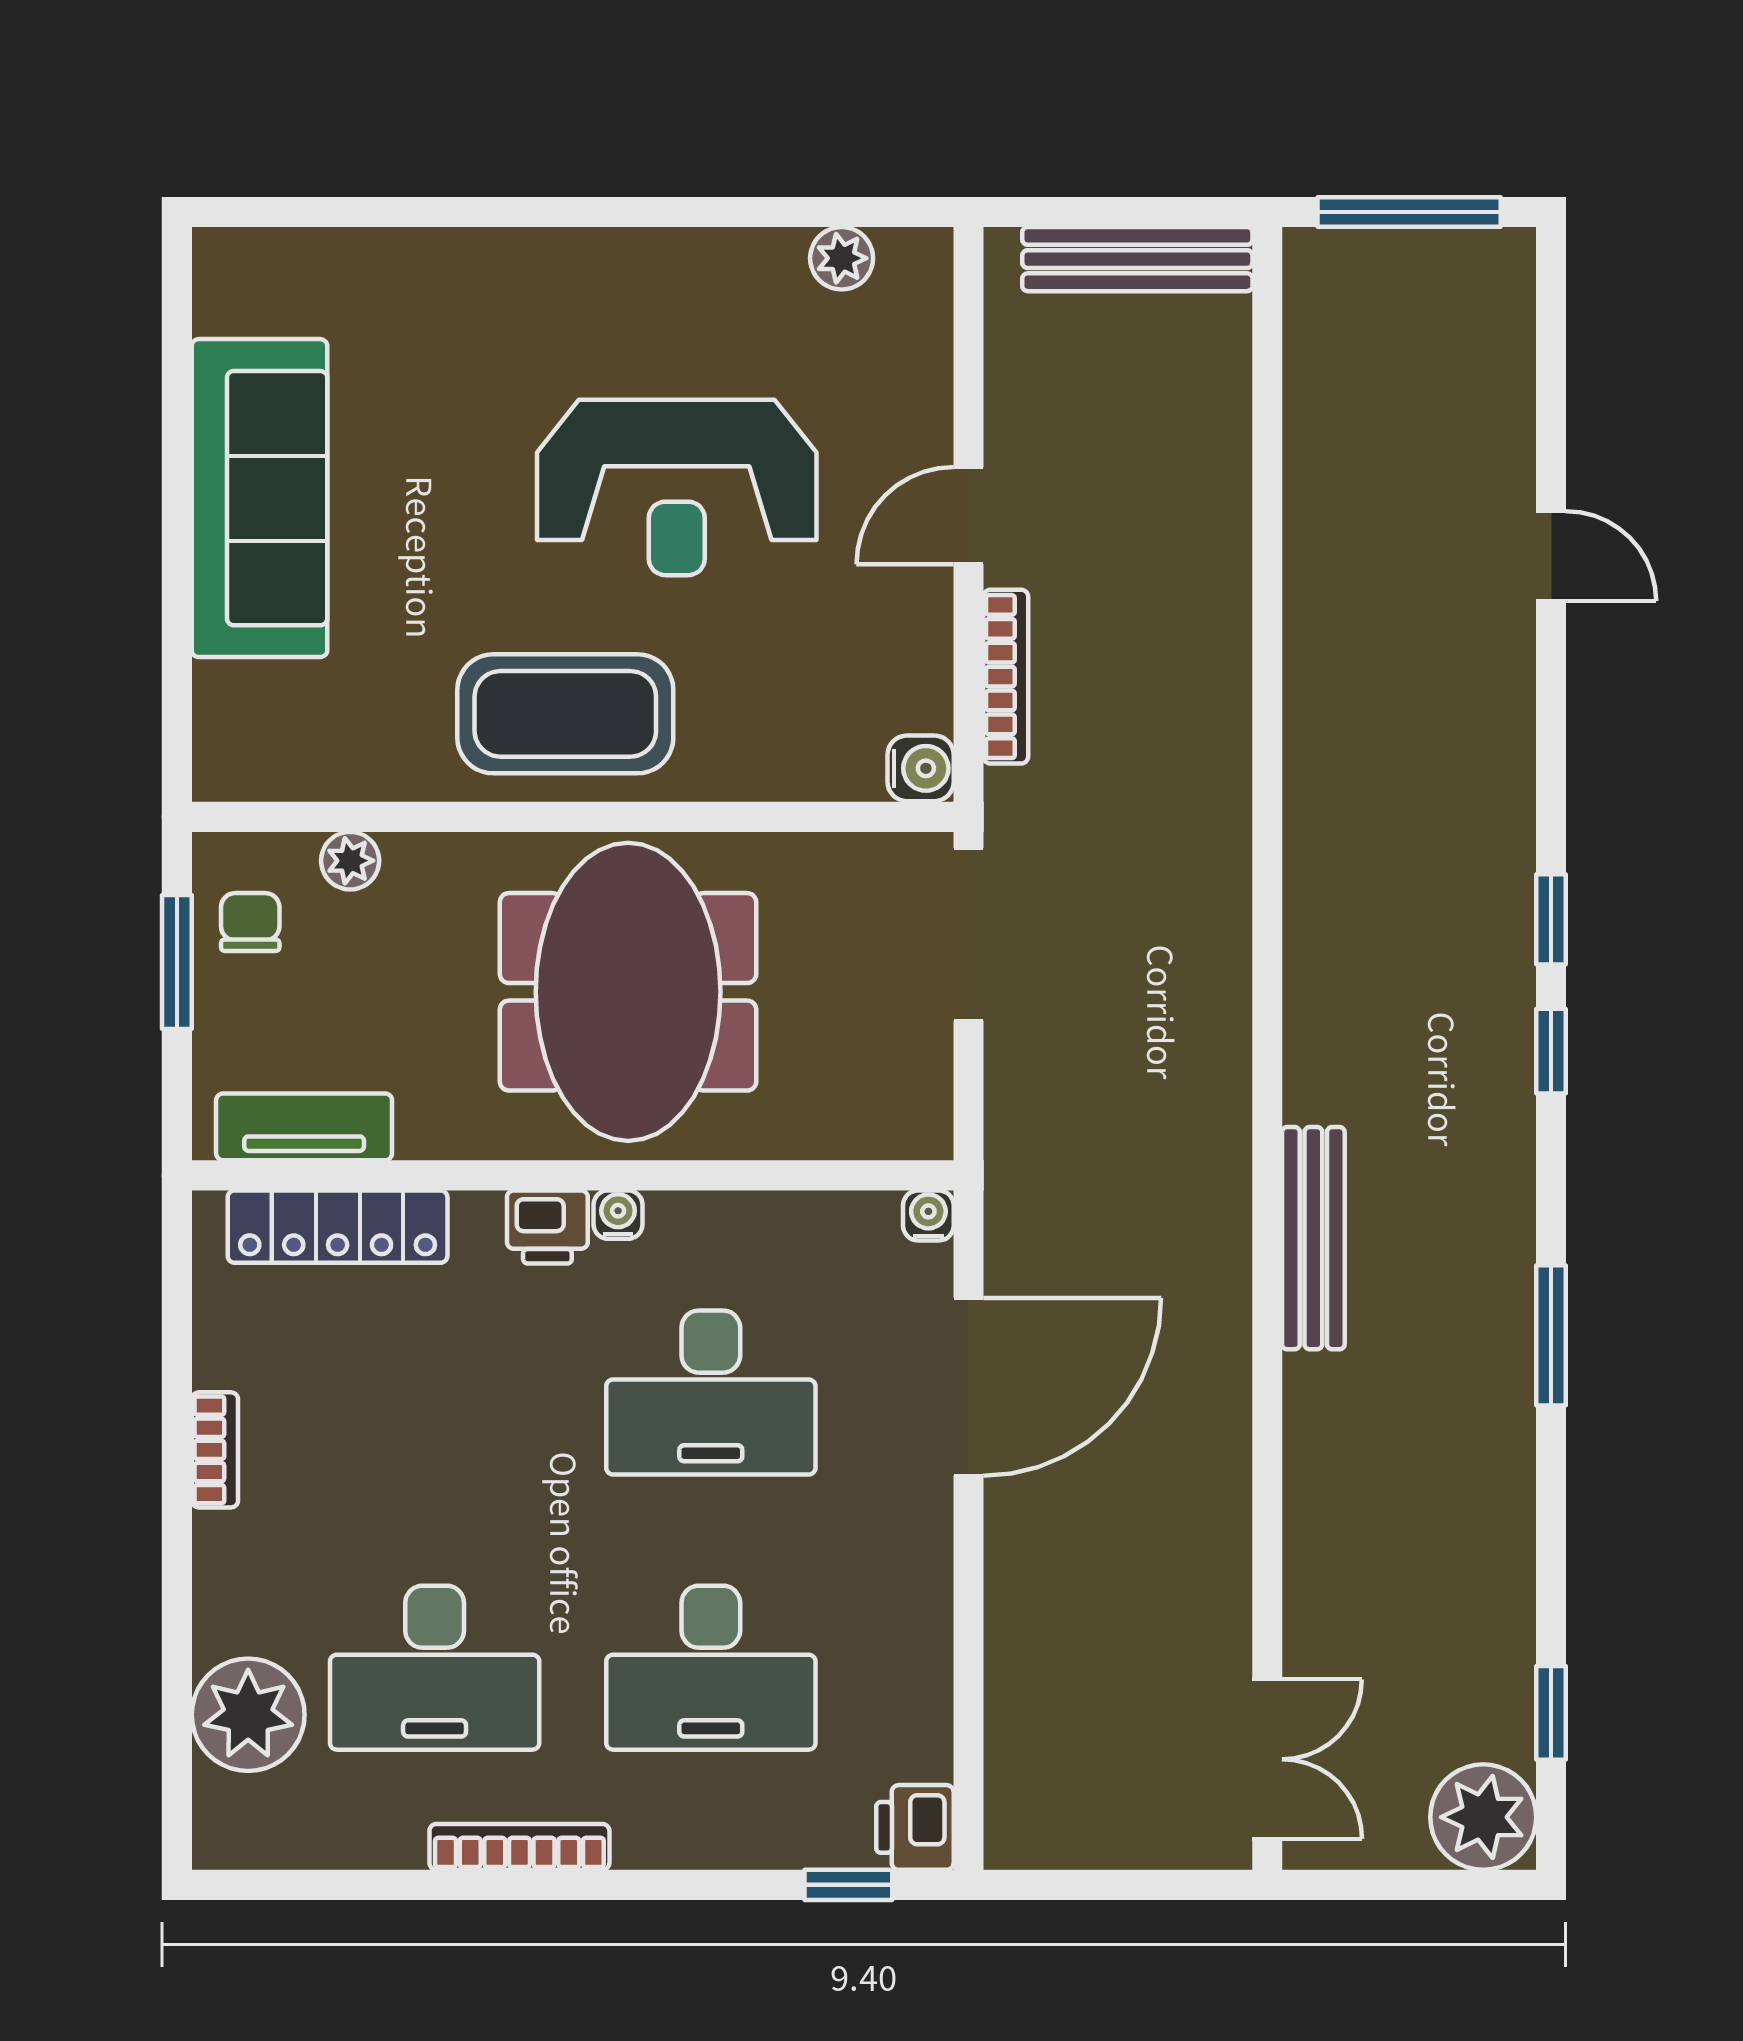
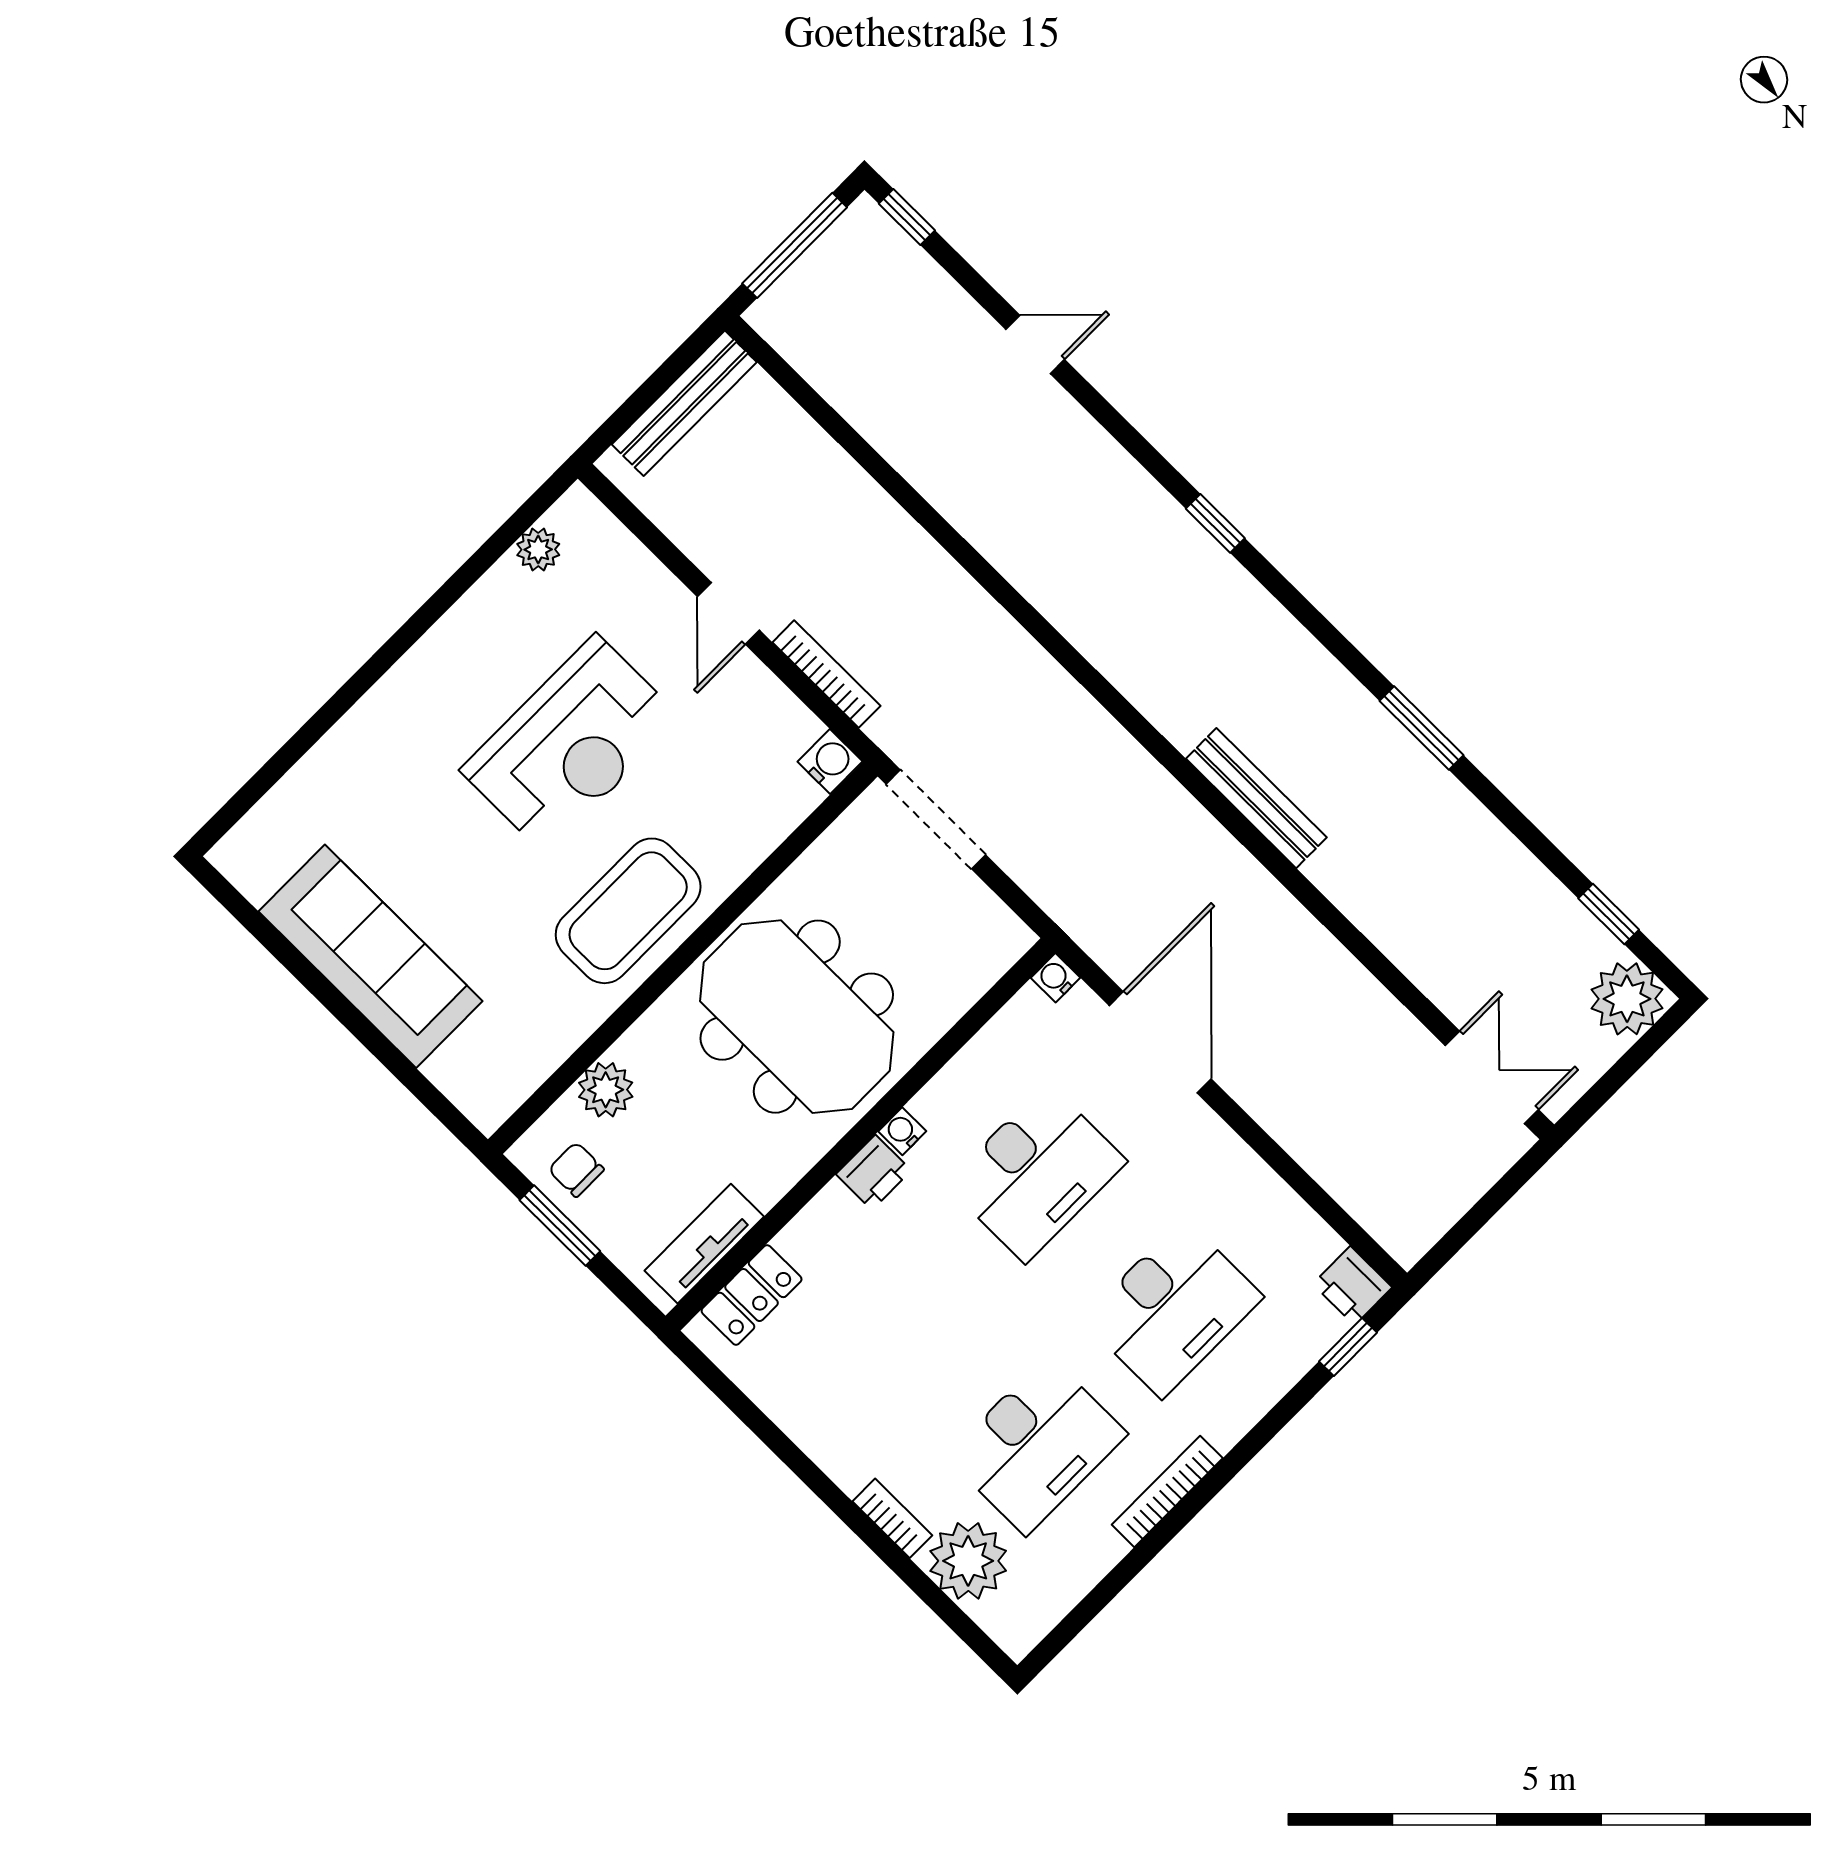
plant: (350, 861) -> (606, 1090), width x1.38, depth x1.38
window: (1551, 1051) -> (907, 217), moved
locker: (338, 1227) -> (752, 1295), width x0.66
bookcase: (215, 1450) -> (892, 1518), moved

